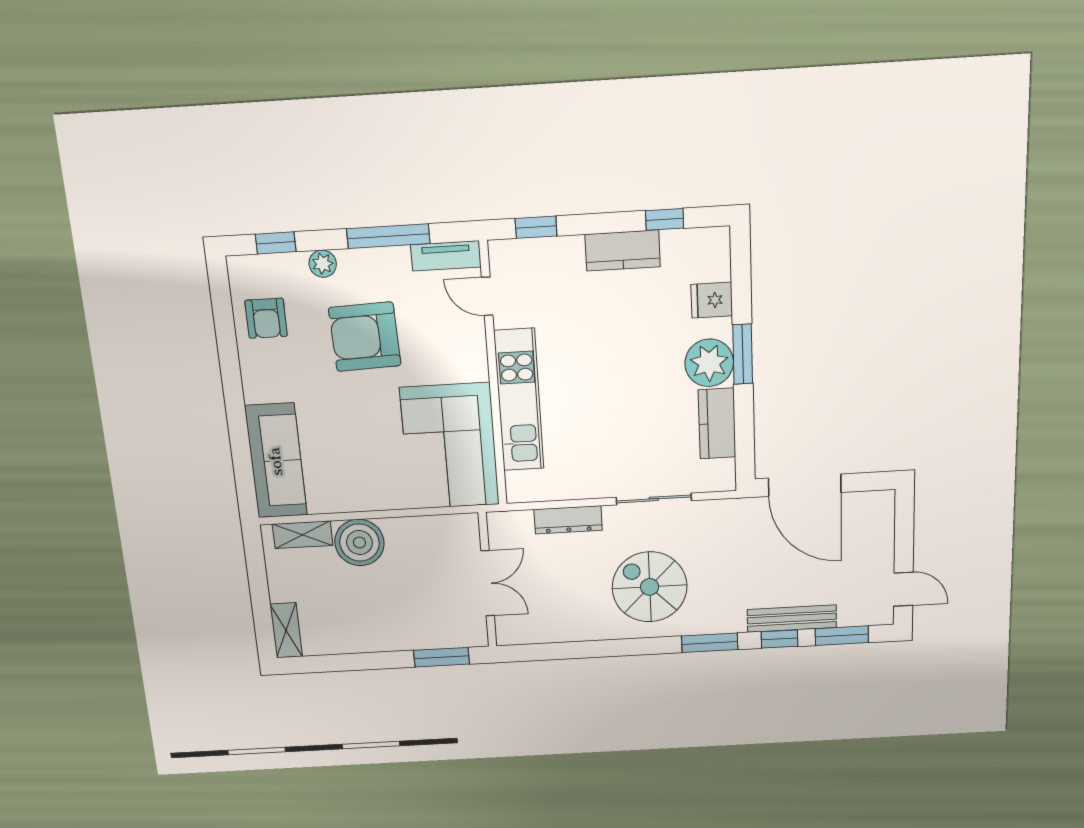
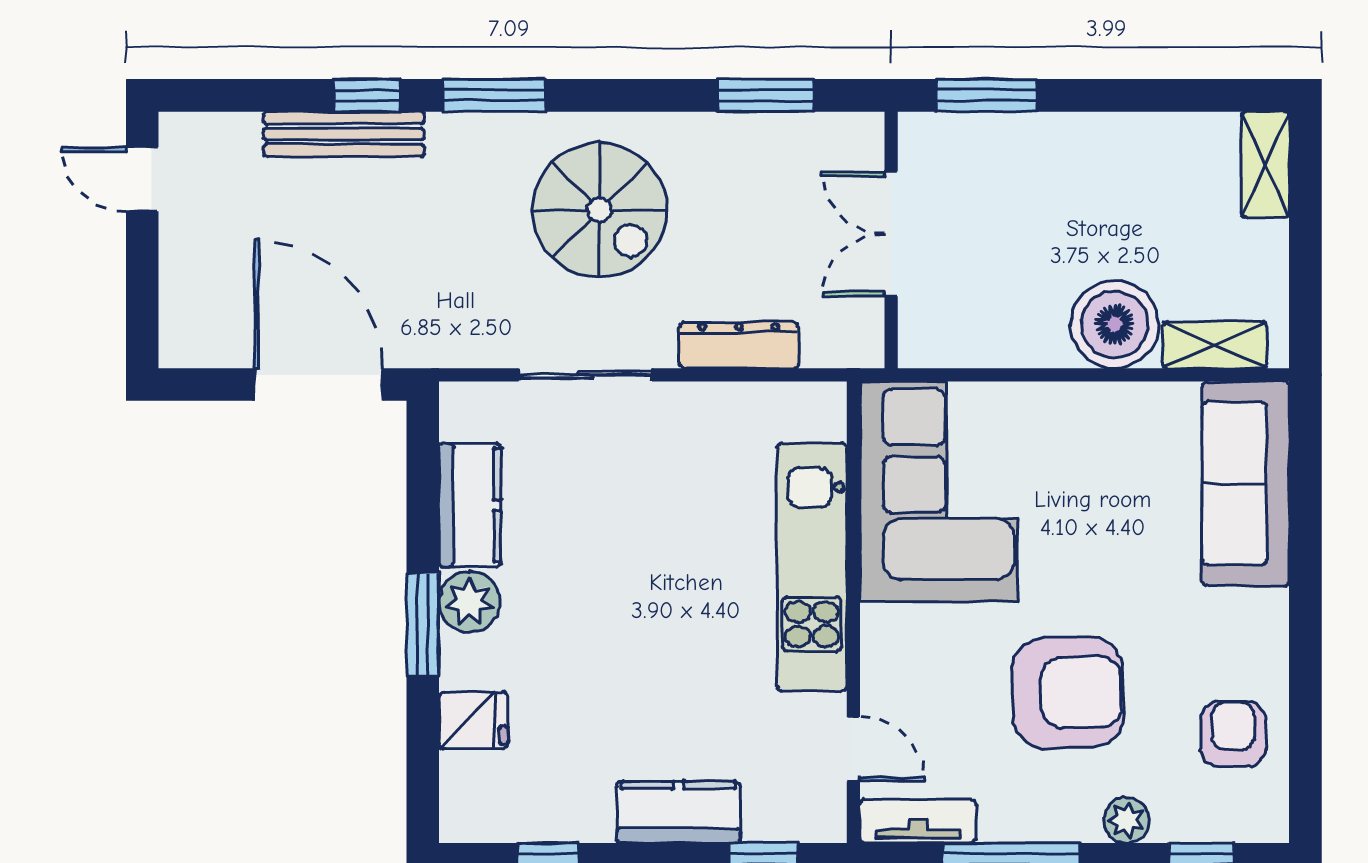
kitchen counter: (623, 251) -> (678, 812), moved
plant: (709, 363) -> (469, 602), width x0.73, depth x0.73
window: (842, 636) -> (766, 95), moved

